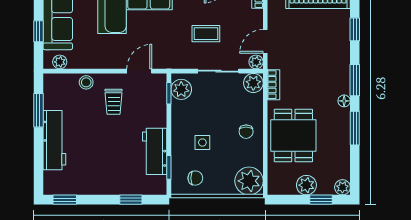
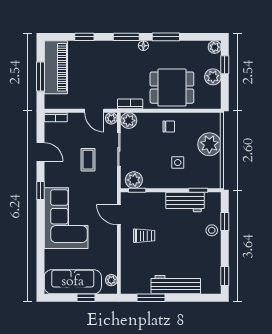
stool: (86, 82) -> (212, 230), moved
chair: (195, 178) -> (207, 168), removed
plant: (249, 181) -> (209, 144), moved

